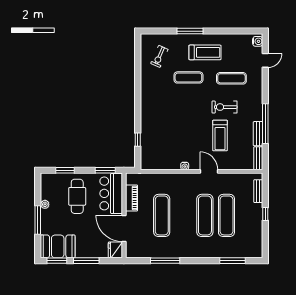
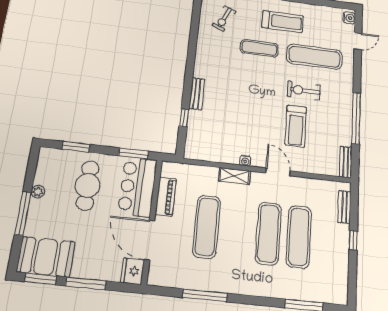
exercise mat: (231, 78) -> (314, 57), width x1.36, depth x1.45
bench: (258, 134) -> (197, 94), moved
shelving: (178, 178) -> (235, 176), added

